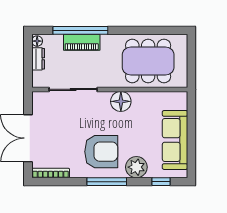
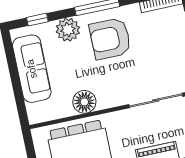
floor lamp: (121, 101) -> (84, 102), moved

